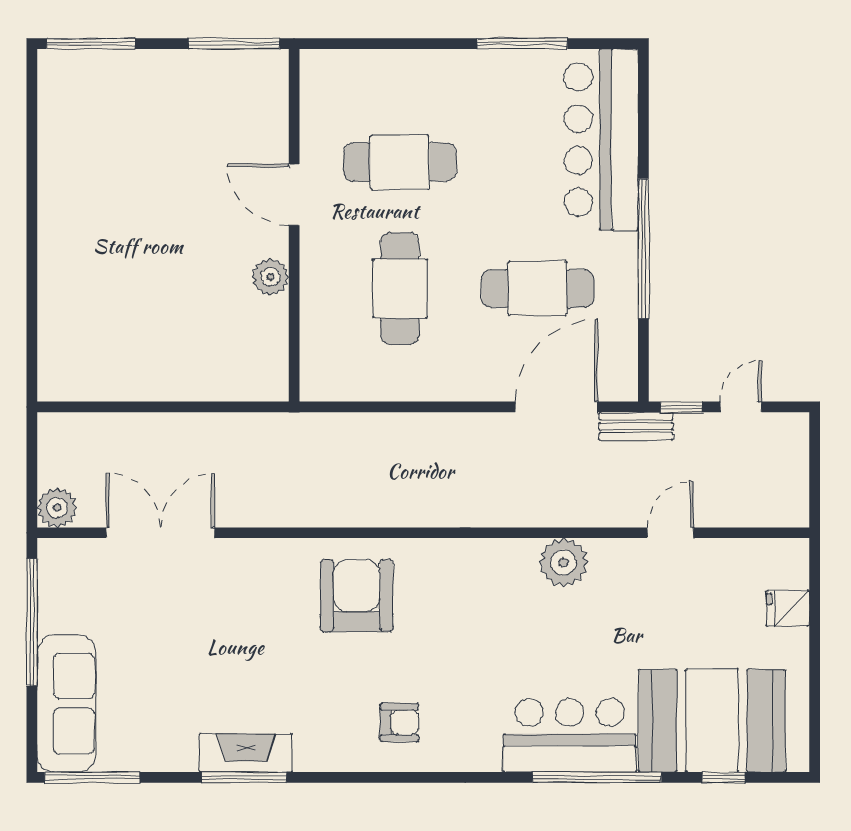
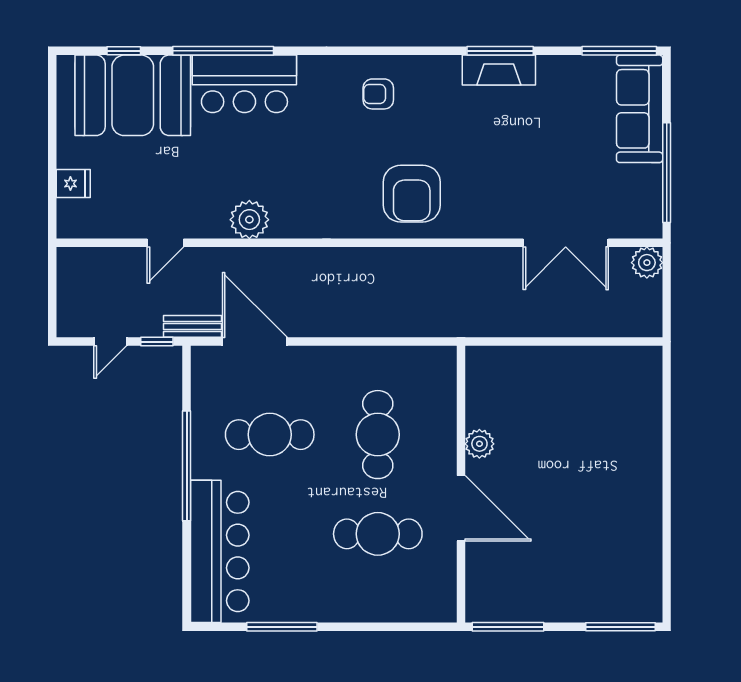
door: (294, 195) -> (461, 508), width x1.36
door: (556, 407) -> (255, 342), swing flipped

